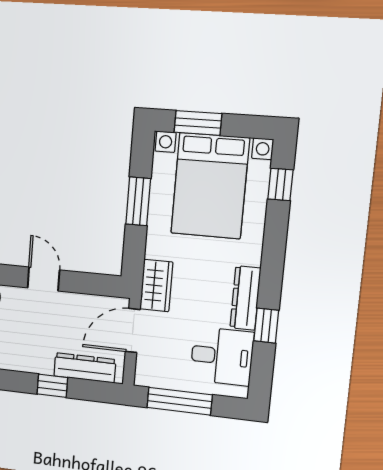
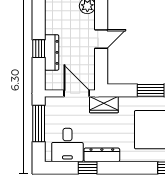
dresser: (85, 368) -> (52, 52), moved

